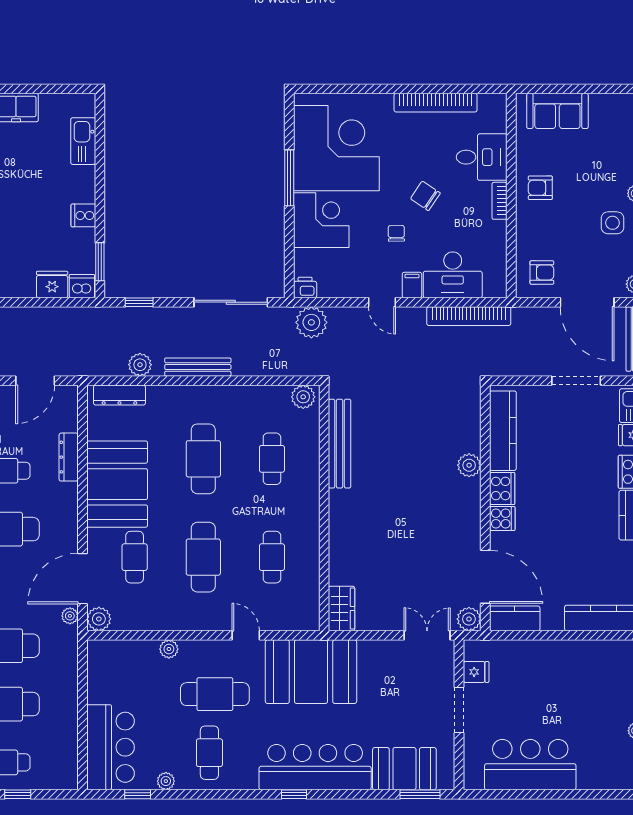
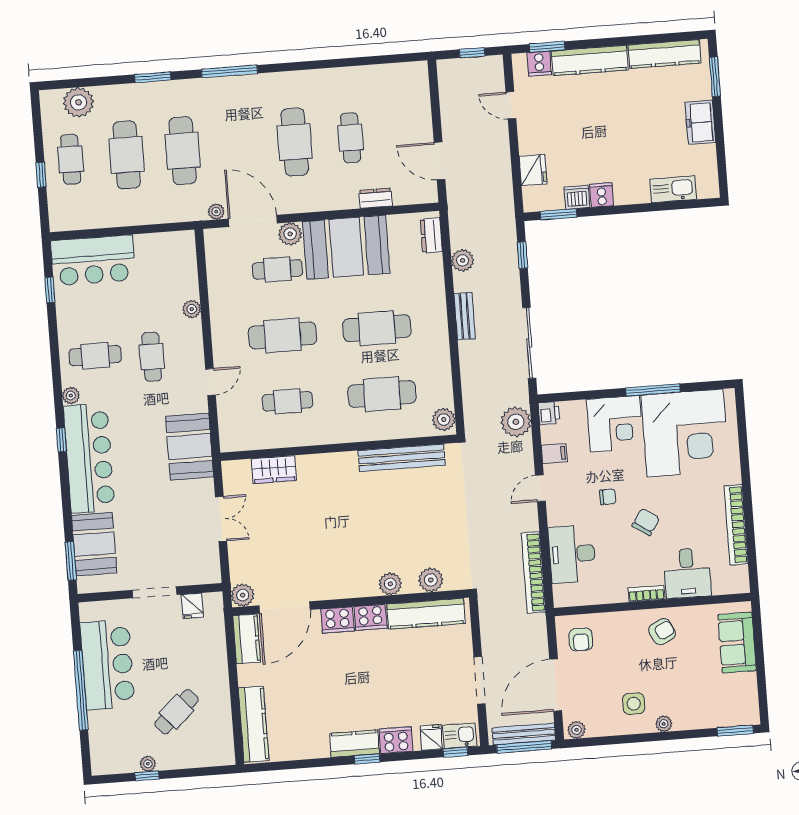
armchair: (540, 188) -> (662, 632), turned 63
filing cabinet: (412, 285) -> (554, 454), moved
dishwasher: (82, 286) -> (577, 197), moved, turned -90
bench: (198, 367) -> (465, 316), width x0.73
dresser: (119, 395) -> (431, 235), width x0.70
plant: (468, 423) -> (431, 580), added
dresser: (69, 457) -> (376, 198), width x0.70
cafe table: (272, 459) -> (382, 394), width x1.37, depth x1.35
cooker: (502, 519) -> (337, 620), width x1.36
wardrobe: (341, 609) -> (274, 470), moved
plant: (99, 619) -> (290, 234), moved
double door: (427, 635) -> (221, 519), moved
booth: (311, 672) -> (190, 447), width x0.73, depth x0.70
cafe table: (215, 694) -> (152, 357), width x0.73, depth x0.74
cafe table: (584, 697) -> (176, 712), added
plant: (166, 781) -> (71, 395), moved
window: (555, 794) -> (81, 690), added

